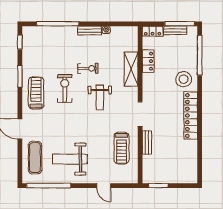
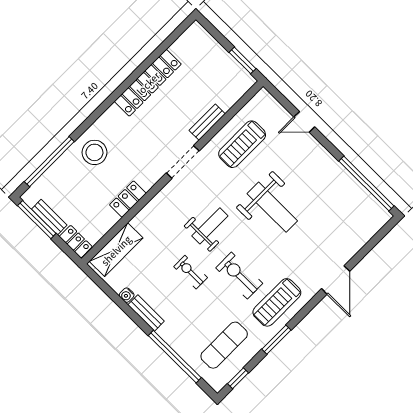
locker: (148, 61) -> (128, 199), moved
shelving: (131, 69) -> (116, 250), moved
exercise bike: (65, 88) -> (239, 276), turned 90
locker: (191, 116) -> (148, 83), moved
treadmill: (122, 148) -> (242, 144), turned 180
exercise mat: (35, 158) -> (224, 345), moved
weight bench: (70, 159) -> (272, 207), moved
door: (104, 186) -> (304, 122), swing flipped

